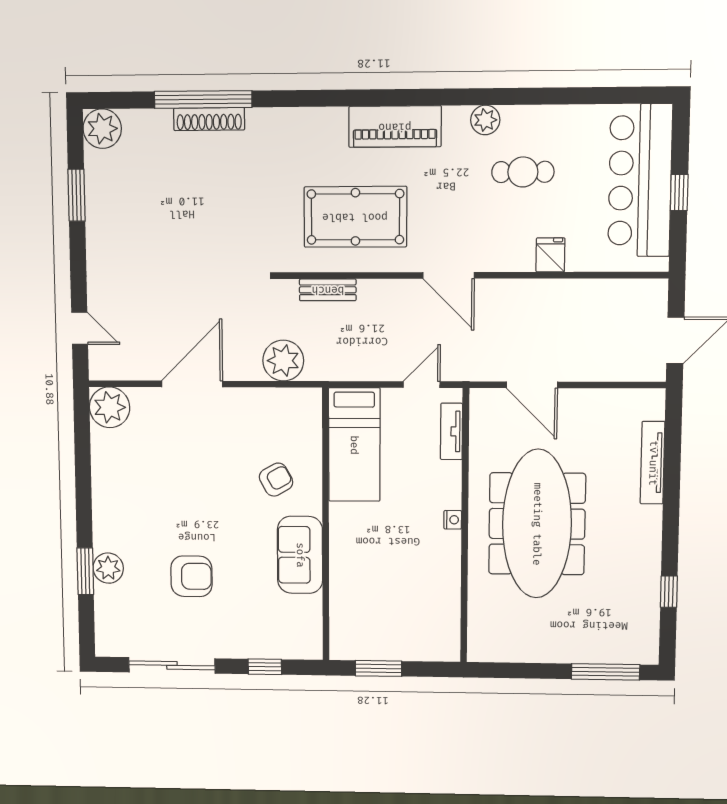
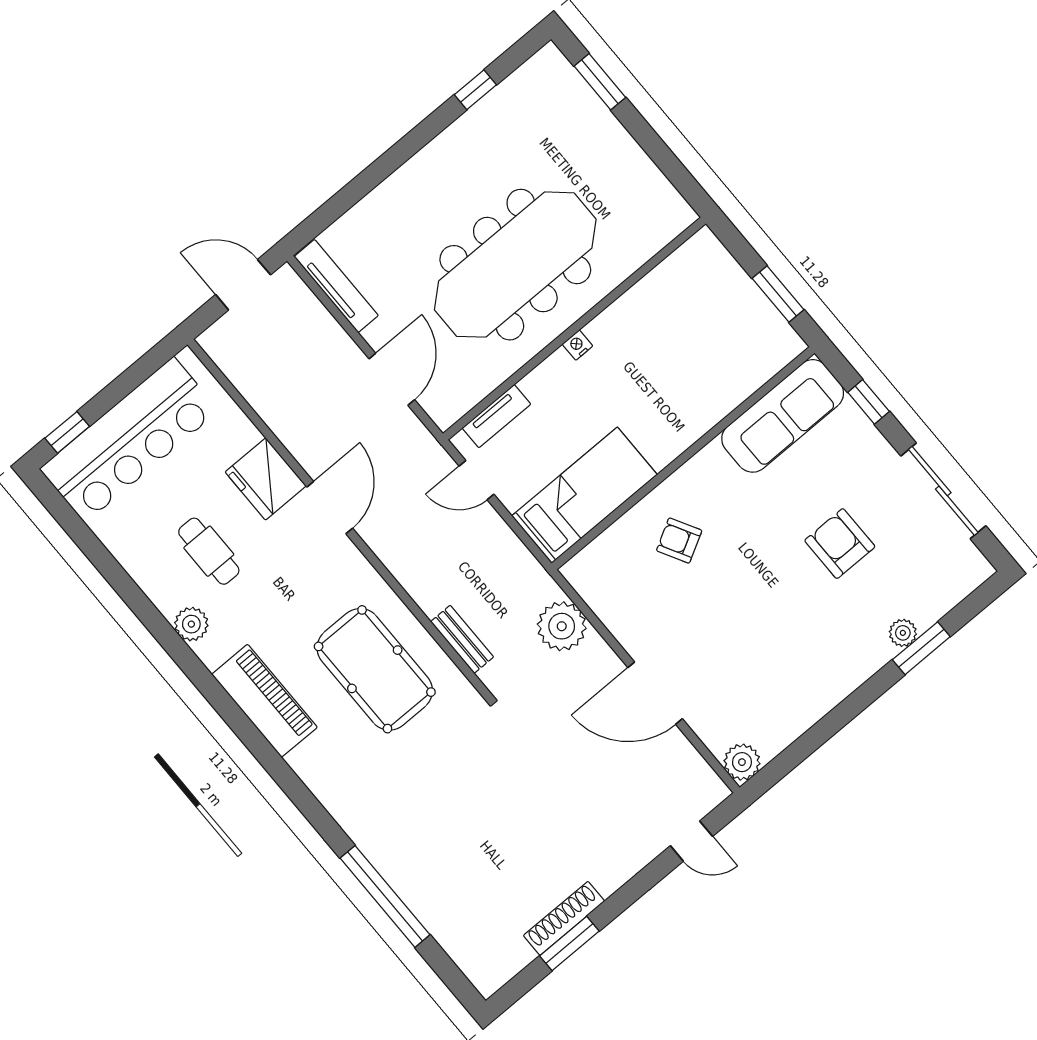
shoe rack: (209, 119) -> (564, 918), moved, turned -90
plant: (102, 129) -> (488, 968), removed
window: (679, 193) -> (67, 432), moved
fridge: (550, 255) -> (266, 479), width x1.88, depth x1.34
door: (449, 275) -> (330, 508), moved
door: (80, 328) -> (691, 841), swing flipped
plant: (110, 407) -> (742, 762), width x0.73, depth x0.73
tv unit: (653, 463) -> (336, 286), moved, turned -90
sofa: (300, 555) -> (783, 416), moved, width x1.36
plant: (108, 568) -> (903, 633), width x0.73, depth x0.73
window: (606, 672) -> (600, 82), width x0.69

